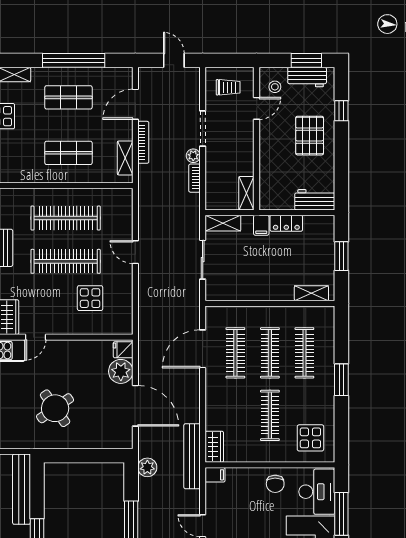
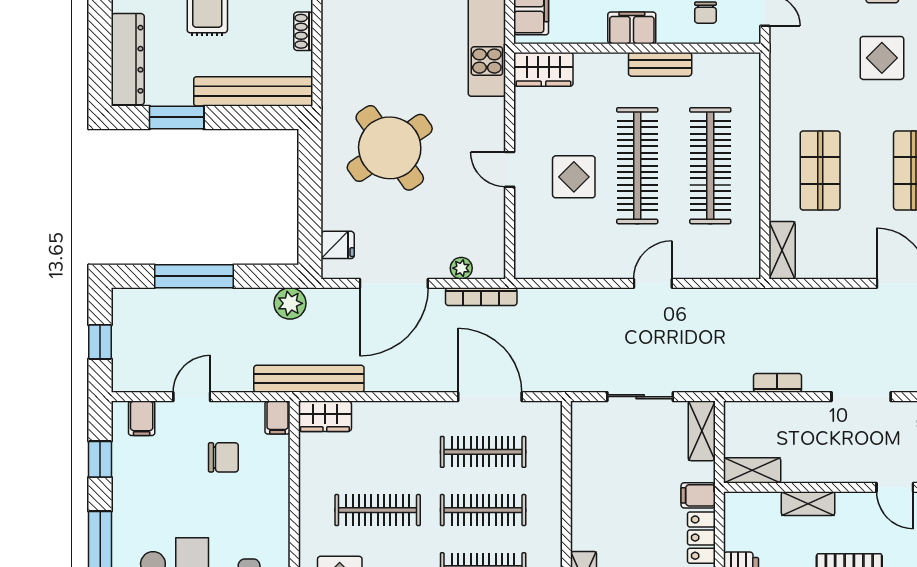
bookcase: (143, 142) -> (481, 297), moved
plant: (193, 156) -> (815, 381), removed
shelving: (125, 158) -> (782, 250), moved, turned 90
shelving: (266, 160) -> (808, 504), added
display table: (90, 298) -> (574, 177), moved
door: (35, 337) -> (510, 169), moved
fridge: (123, 350) -> (338, 245), moved, turned 90
plant: (121, 371) -> (461, 268), width x0.53, depth x0.53
round table: (55, 408) -> (390, 148), width x1.36, depth x1.36
chair: (275, 484) -> (223, 457), moved, turned 180

